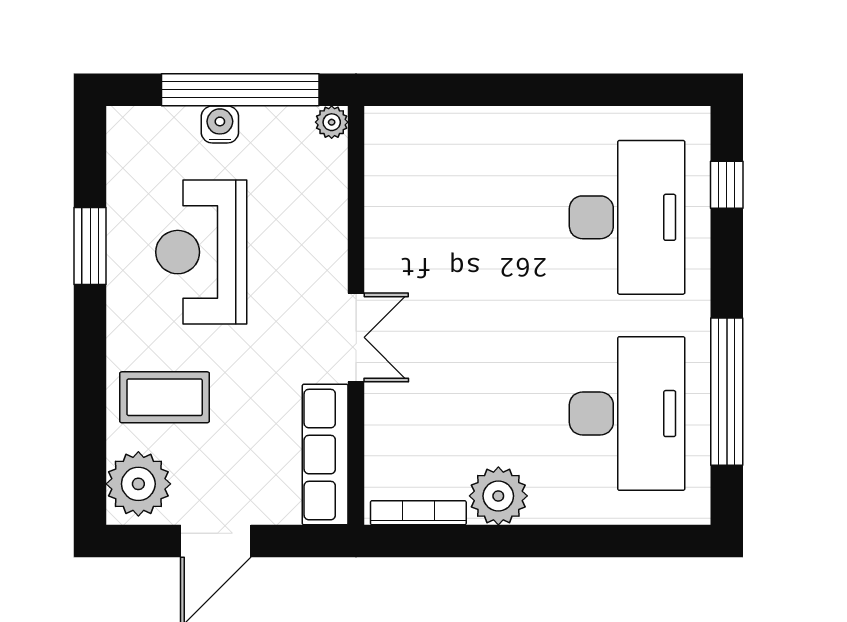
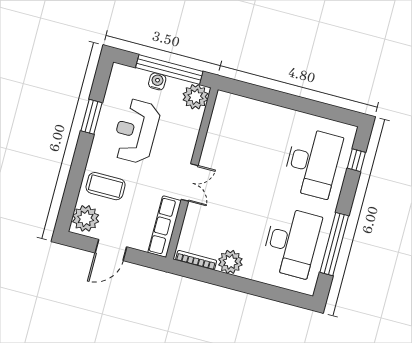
plant: (332, 122) -> (195, 97), width x1.88, depth x1.88

